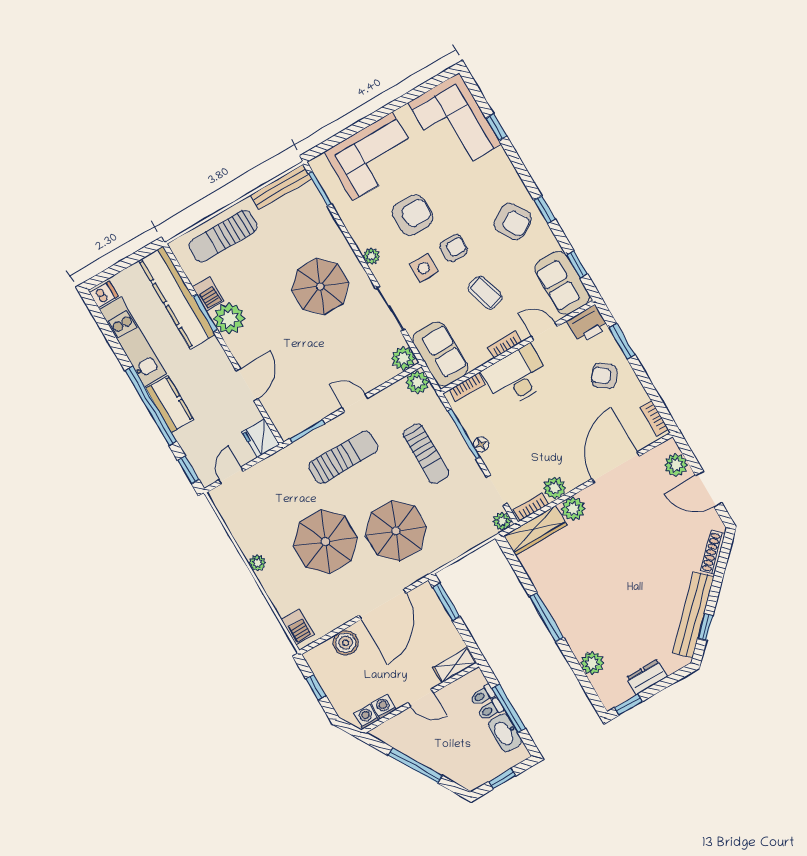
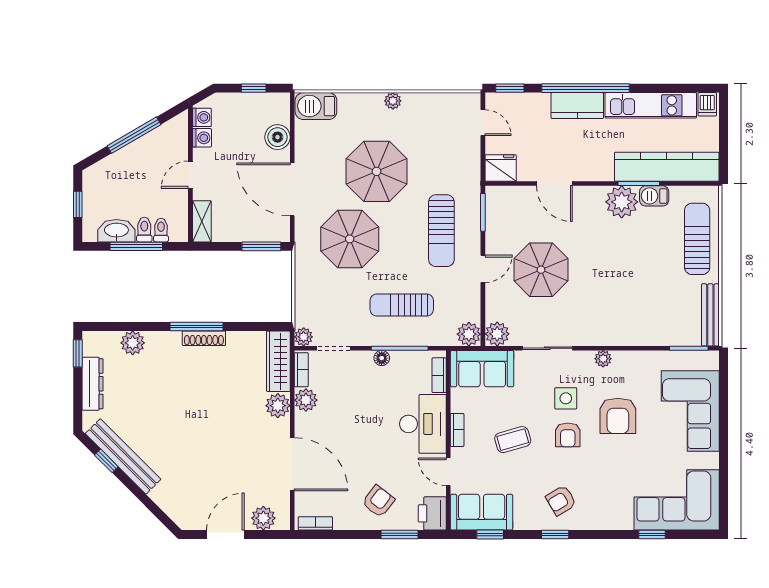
armchair: (513, 221) -> (561, 500), width x0.72, depth x0.72
parasol: (320, 287) -> (541, 270), moved
door: (544, 331) -> (448, 472), swing flipped
shoe rack: (713, 552) -> (204, 338), moved, turned 135
barbecue: (298, 627) -> (316, 106), width x1.38, depth x1.27
dresser: (647, 677) -> (92, 384), width x1.44

